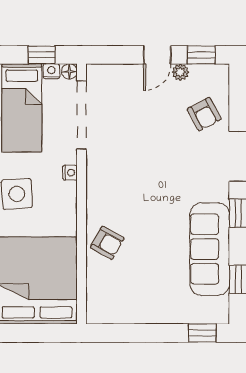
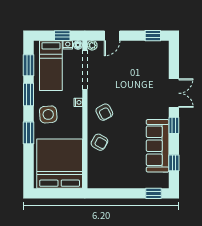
door: (157, 55) -> (112, 36), moved
plant: (180, 72) -> (92, 45), moved
armchair: (204, 114) -> (104, 112), moved

